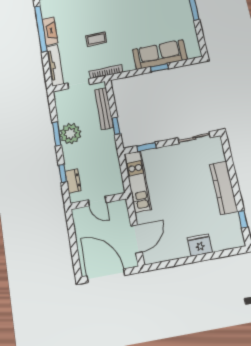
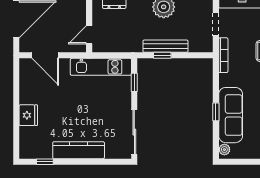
plant: (193, 54) -> (224, 150), added
bench: (104, 108) -> (165, 46), moved
sliding door: (194, 138) -> (134, 132), width x1.37
door: (97, 201) -> (89, 35), moved

